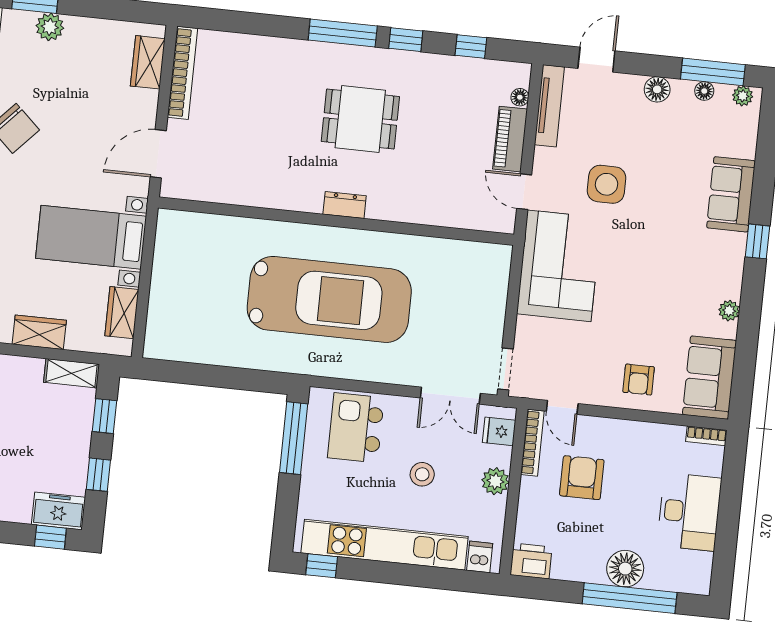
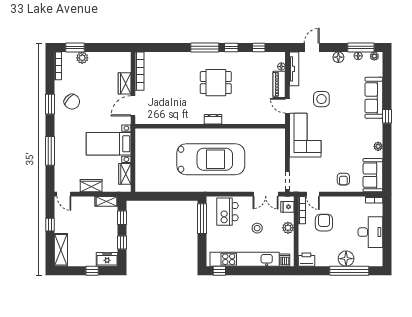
wardrobe: (148, 62) -> (125, 83), moved
sofa: (731, 194) -> (374, 98), width x1.36
window: (50, 537) -> (92, 271), moved

